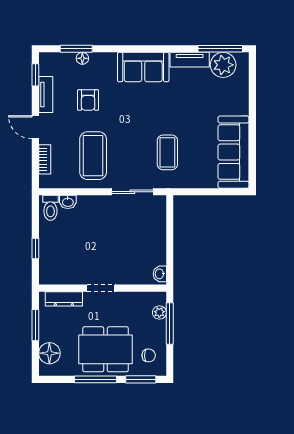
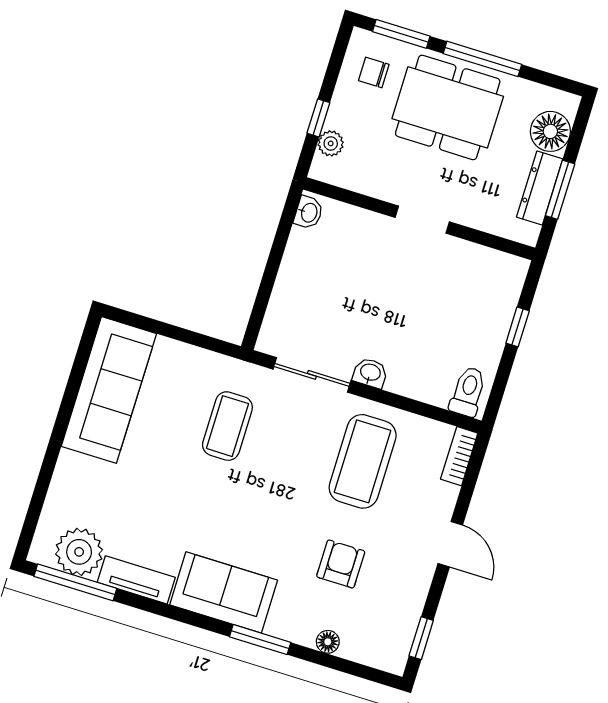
window: (76, 49) -> (260, 640), moved
tv unit: (46, 94) -> (413, 597), removed
bookcase: (45, 159) -> (459, 456), moved
washbasin: (68, 202) -> (370, 373), moved
dresser: (64, 299) -> (540, 188), moved, turned -90
window: (170, 324) -> (318, 118), width x0.46

